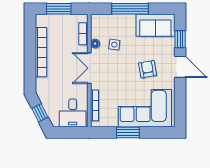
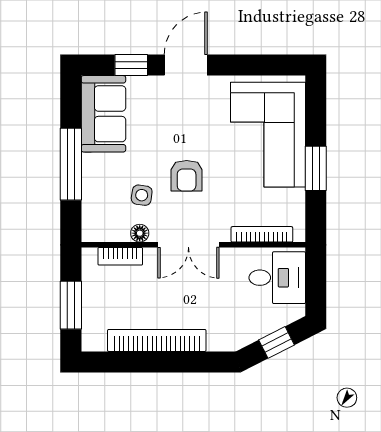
armchair: (148, 69) -> (187, 176), moved, turned -80

